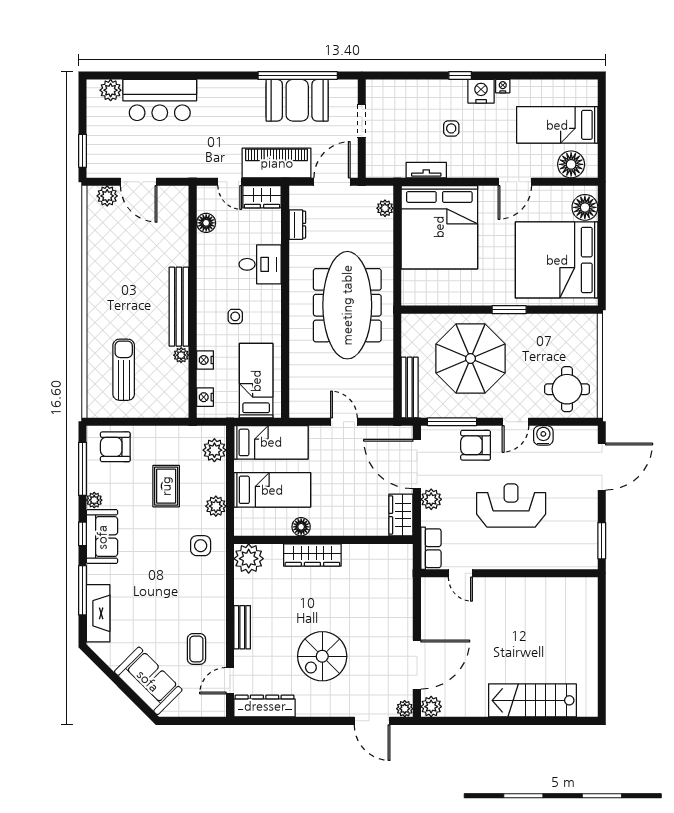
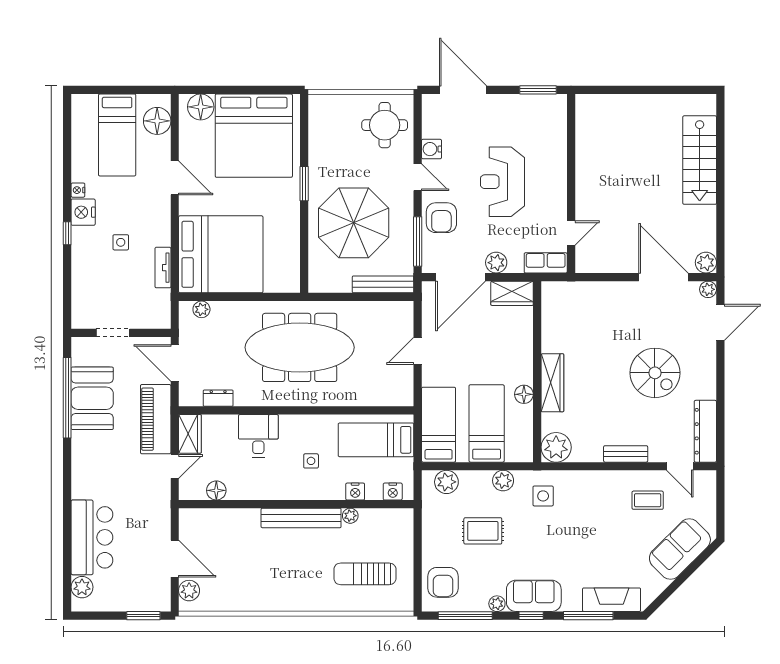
door: (139, 182) -> (175, 559), hinge flipped

